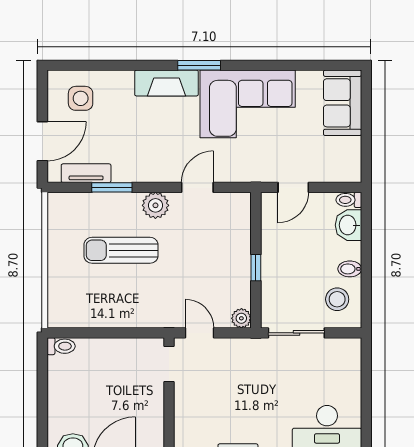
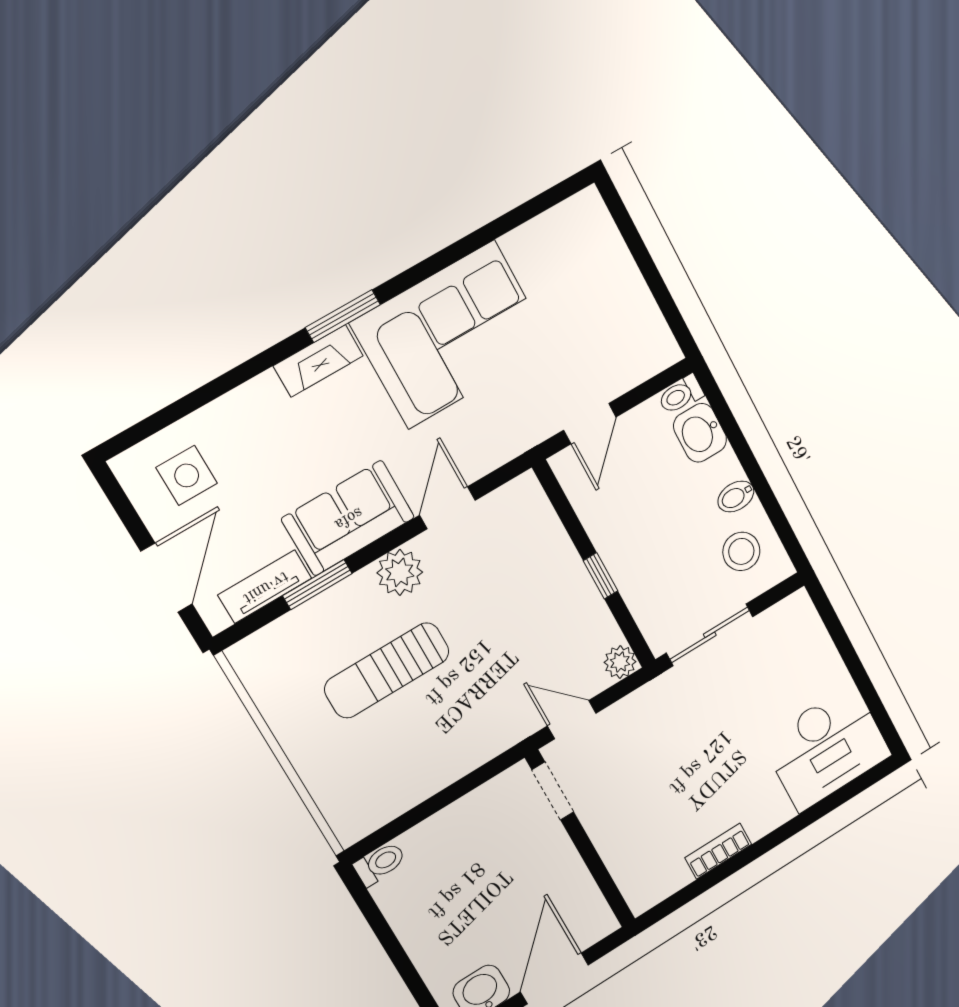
fireplace: (166, 83) -> (318, 361), width x0.73, depth x0.76
sofa: (343, 103) -> (348, 518), moved, turned 90

